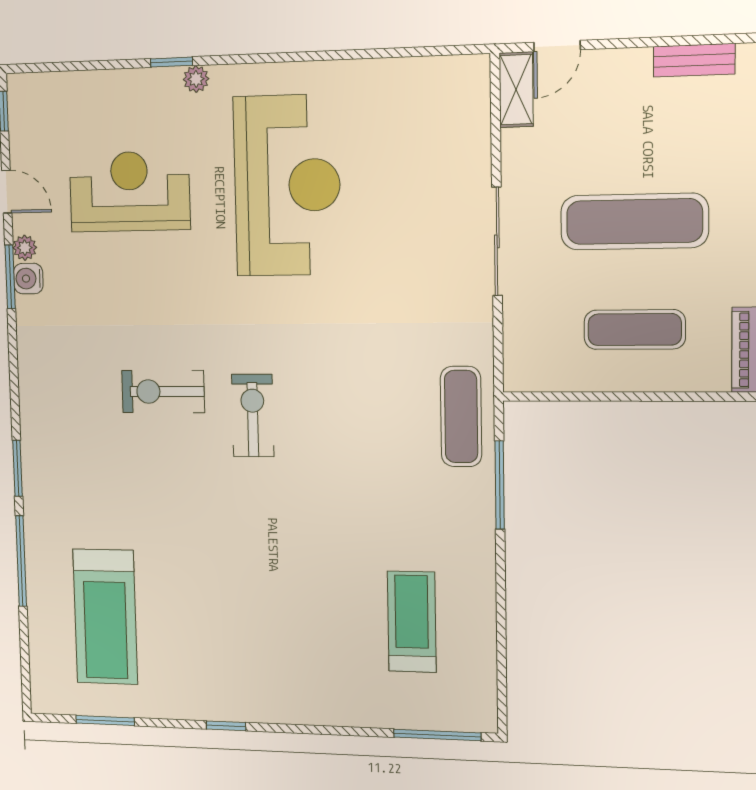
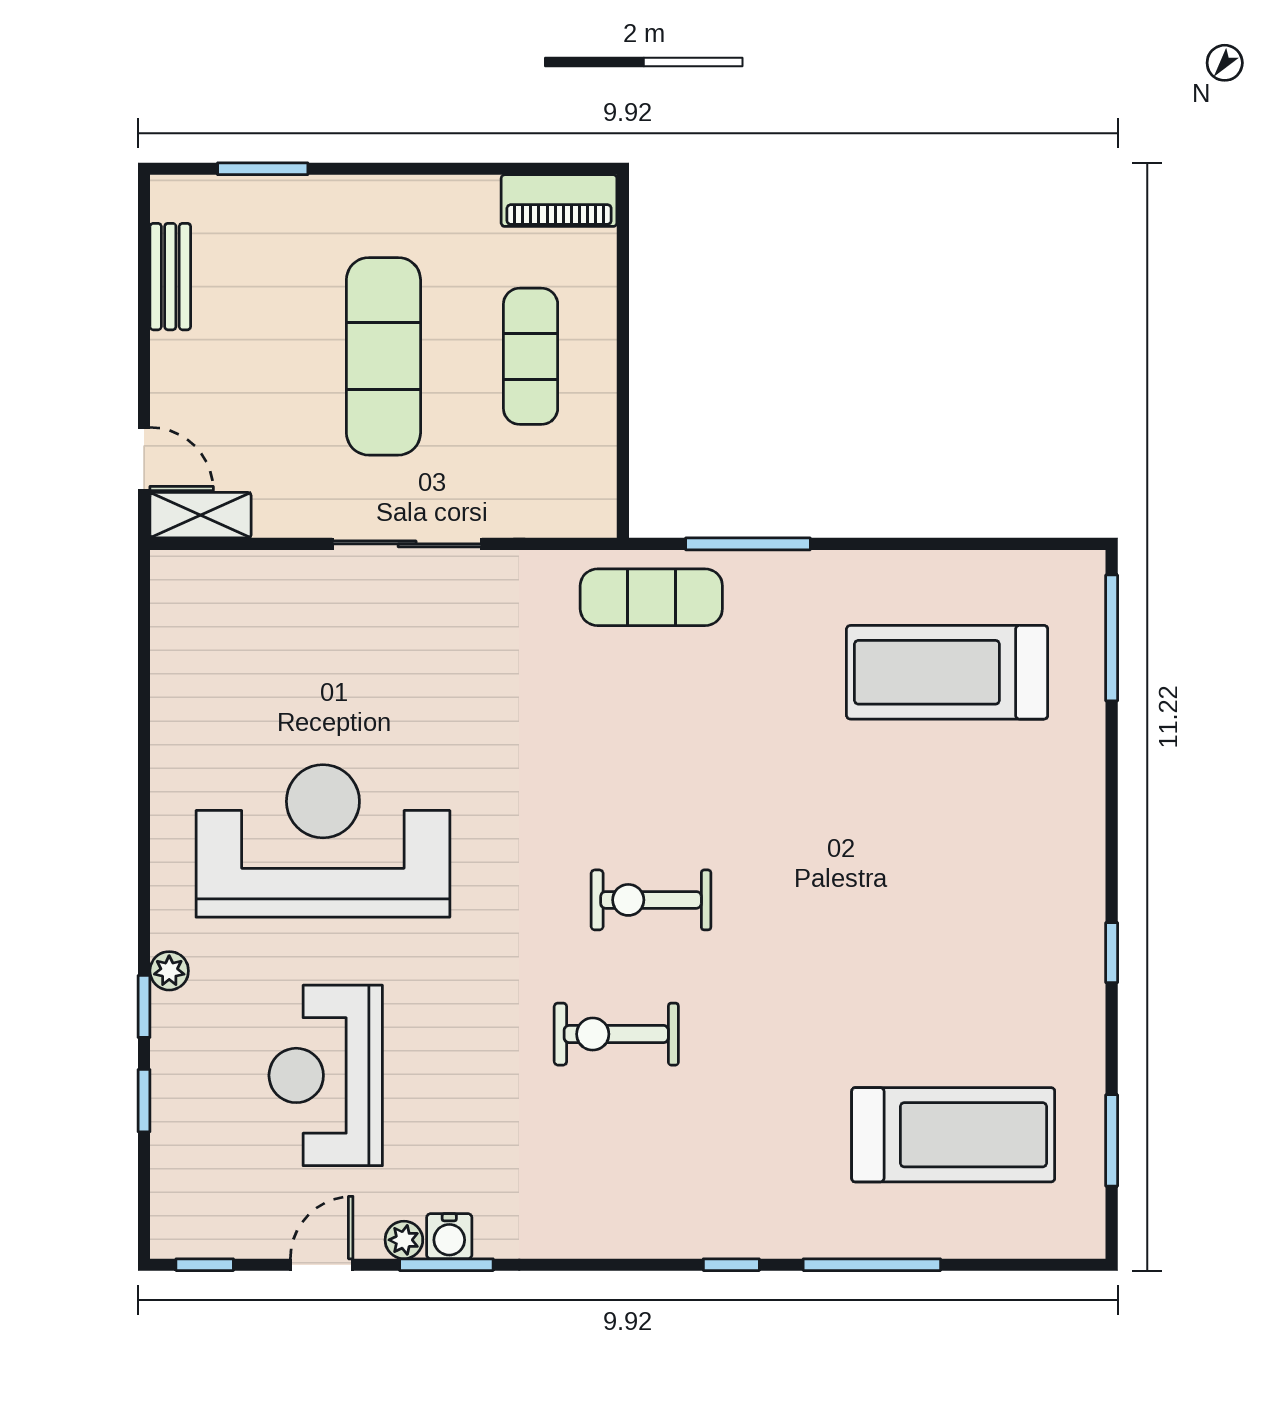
window: (109, 65) -> (144, 1101), added
exercise bike: (163, 392) -> (616, 1034), turned 90
window: (18, 468) -> (731, 1265), width x0.67
treadmill: (412, 622) -> (947, 672), width x1.37, depth x1.38

